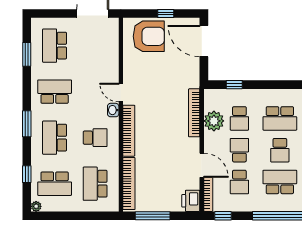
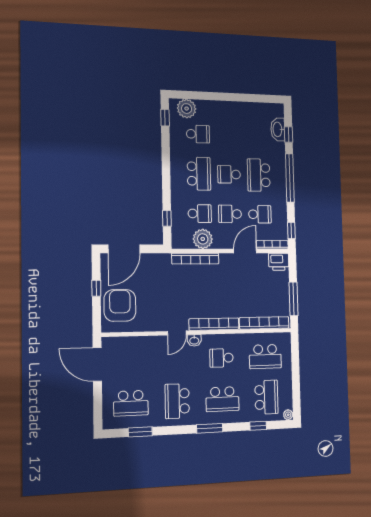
school desk: (95, 138) -> (221, 358), turned -90
school desk: (280, 150) -> (229, 174), turned 180

